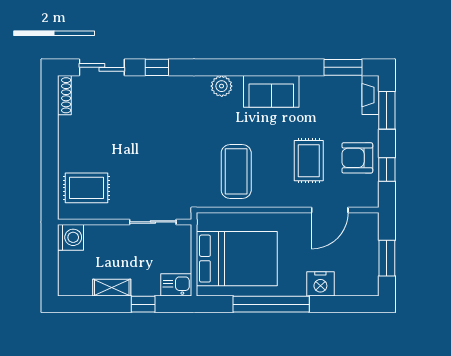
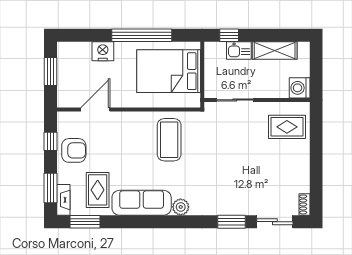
window: (157, 67) -> (232, 222), width x1.50
sofa: (271, 91) -> (142, 203), width x1.36
shoe rack: (64, 95) -> (304, 204), width x0.70
rug: (309, 161) -> (98, 190), moved
kitchen sink: (176, 285) -> (239, 50), moved
shelving: (112, 288) -> (275, 51), width x1.50, depth x1.33
window: (143, 304) -> (229, 35), moved

